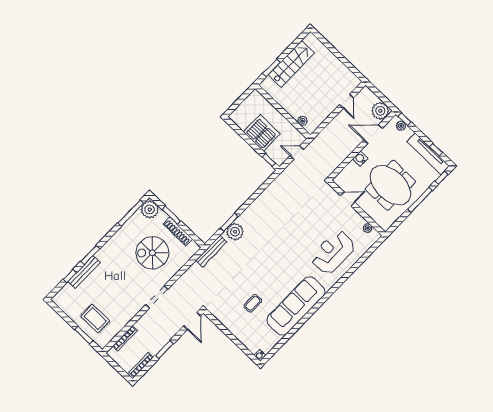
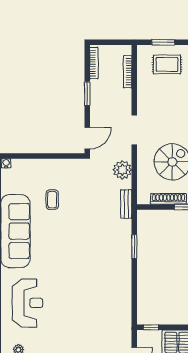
plant: (235, 232) -> (122, 170), moved
bench: (211, 251) -> (126, 204), width x0.73
door: (192, 321) -> (87, 138), swing flipped

